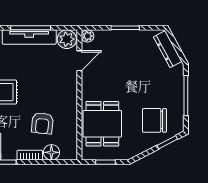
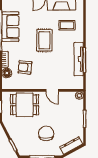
plant: (67, 39) -> (77, 83), removed
door: (79, 61) -> (52, 90), moved
chair: (154, 120) -> (46, 133), moved

